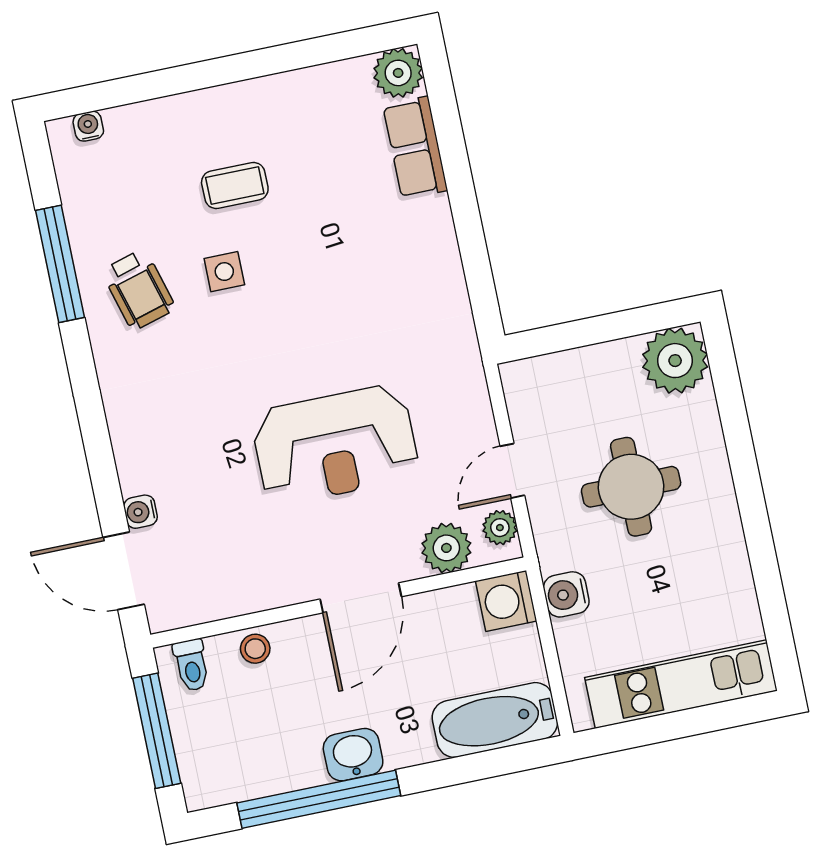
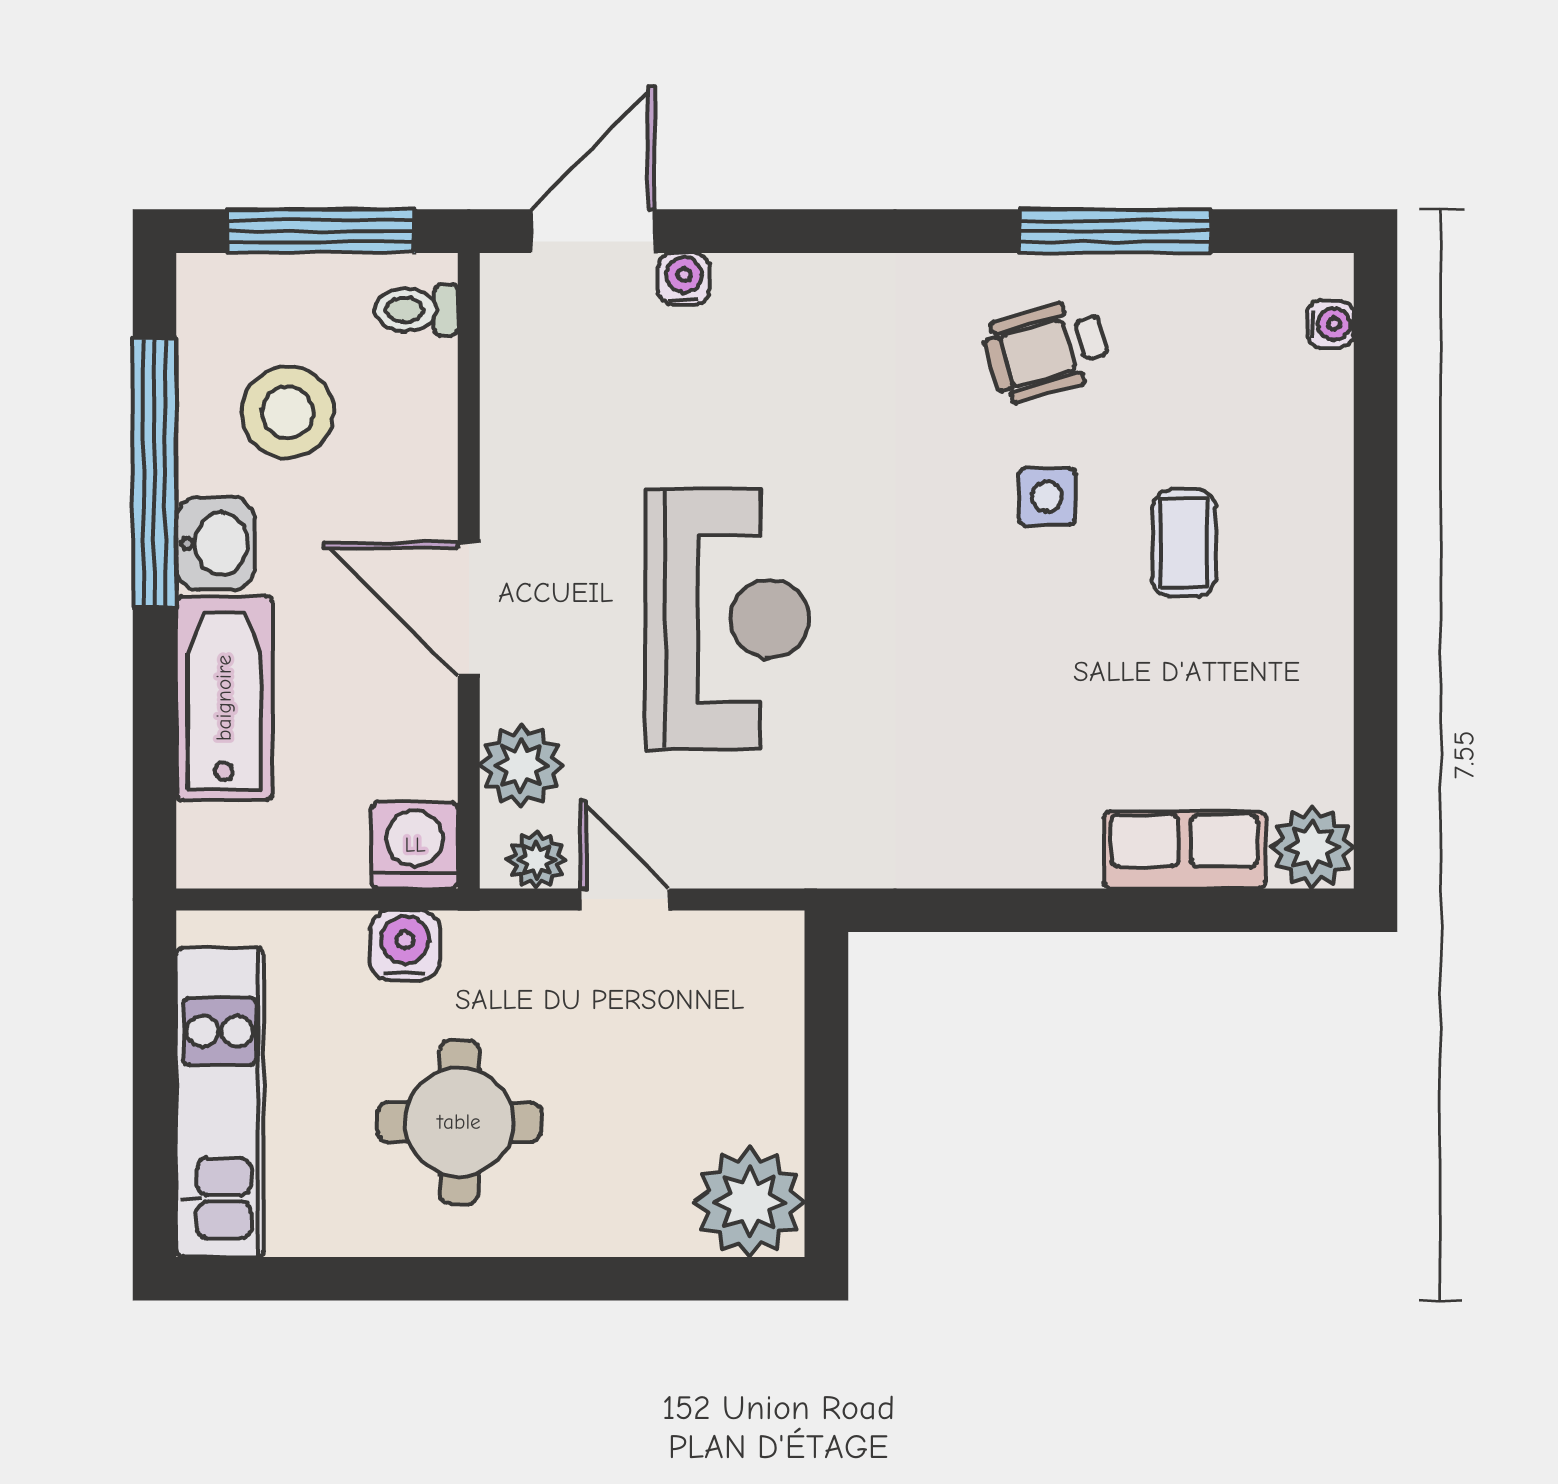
reception desk: (335, 445) -> (727, 619), turned 180
round table: (631, 487) -> (459, 1122), moved
stool: (255, 649) -> (288, 412), moved, width x1.89, depth x1.89
bathtub: (495, 720) -> (224, 698), moved

